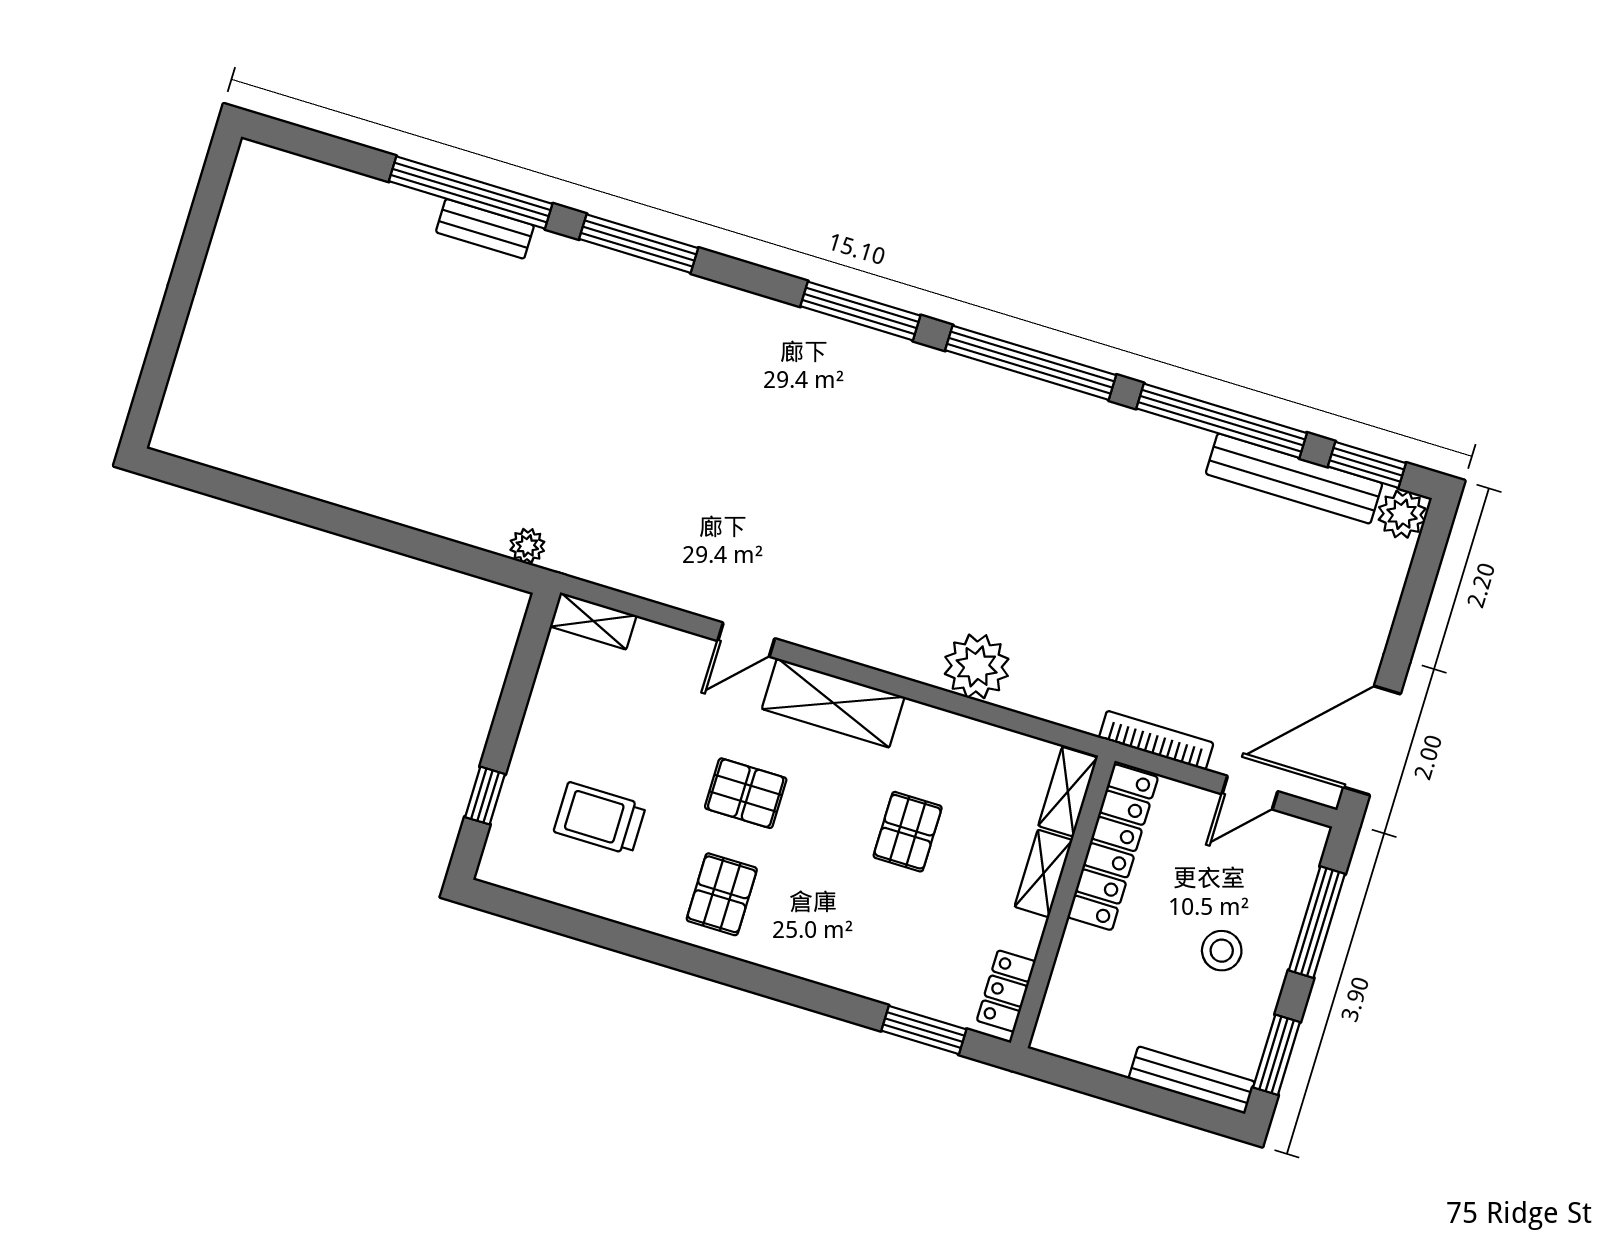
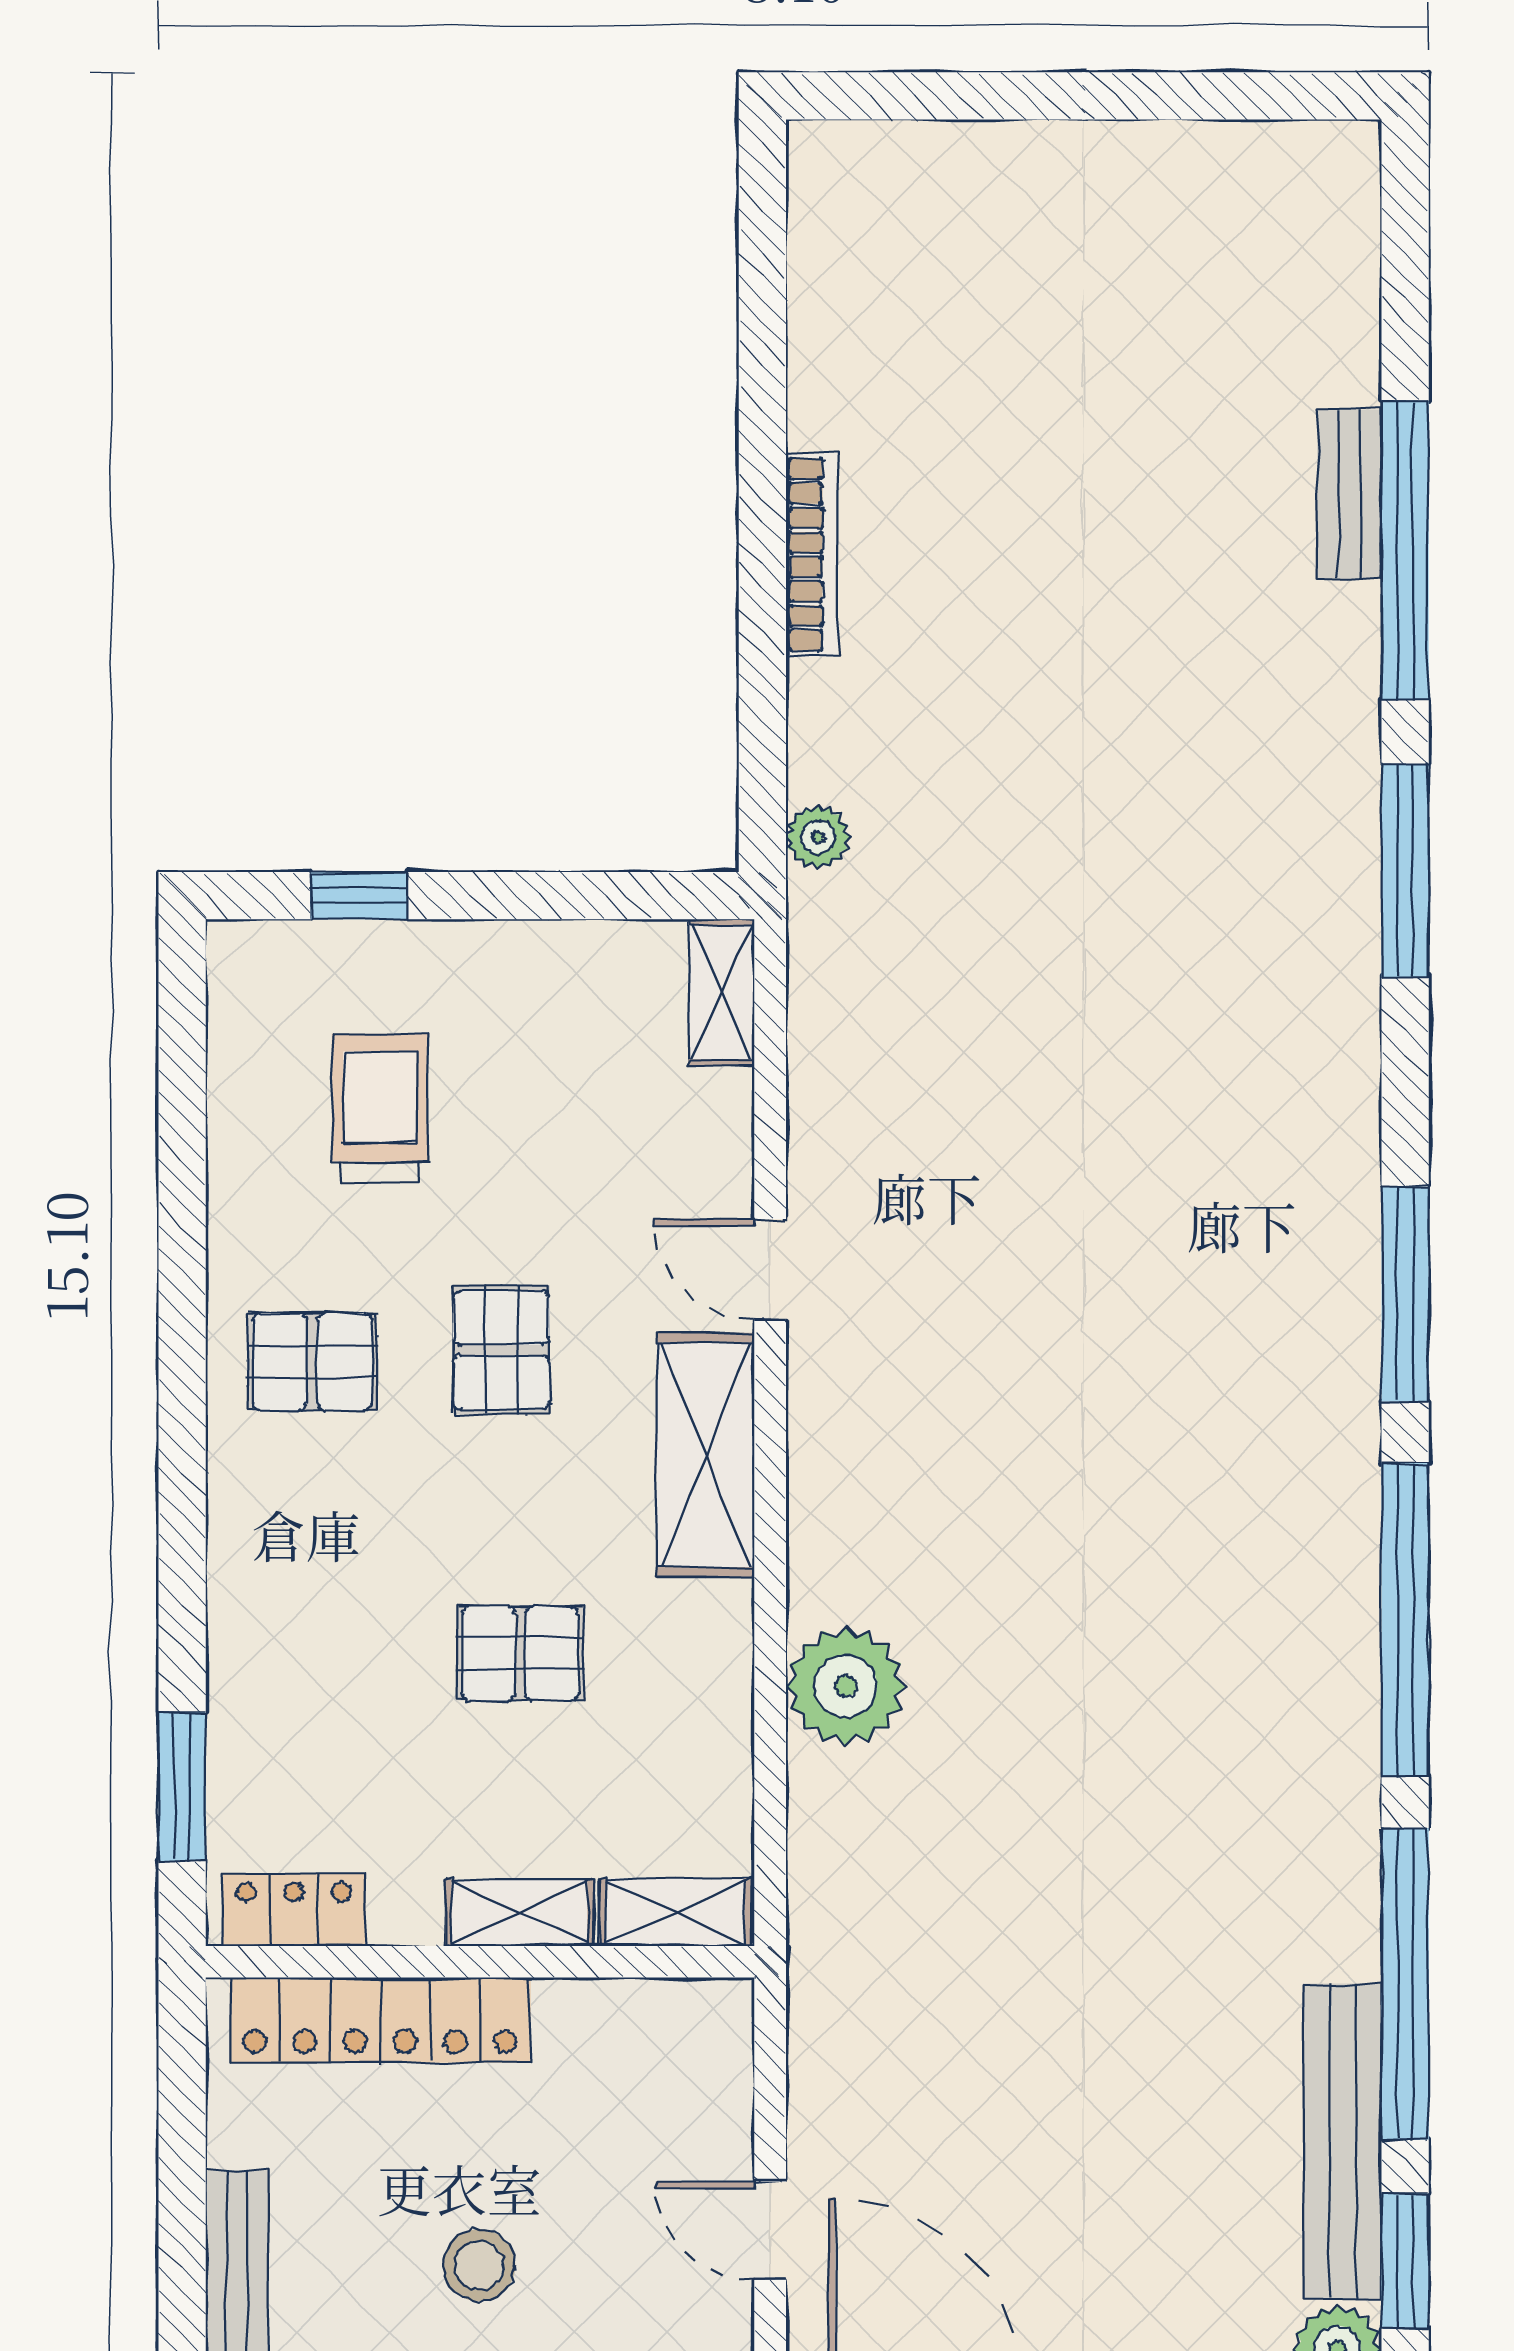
bench: (485, 229) -> (1349, 494), moved
bookcase: (1156, 740) -> (812, 555), moved
locker: (1113, 847) -> (380, 2020), moved

